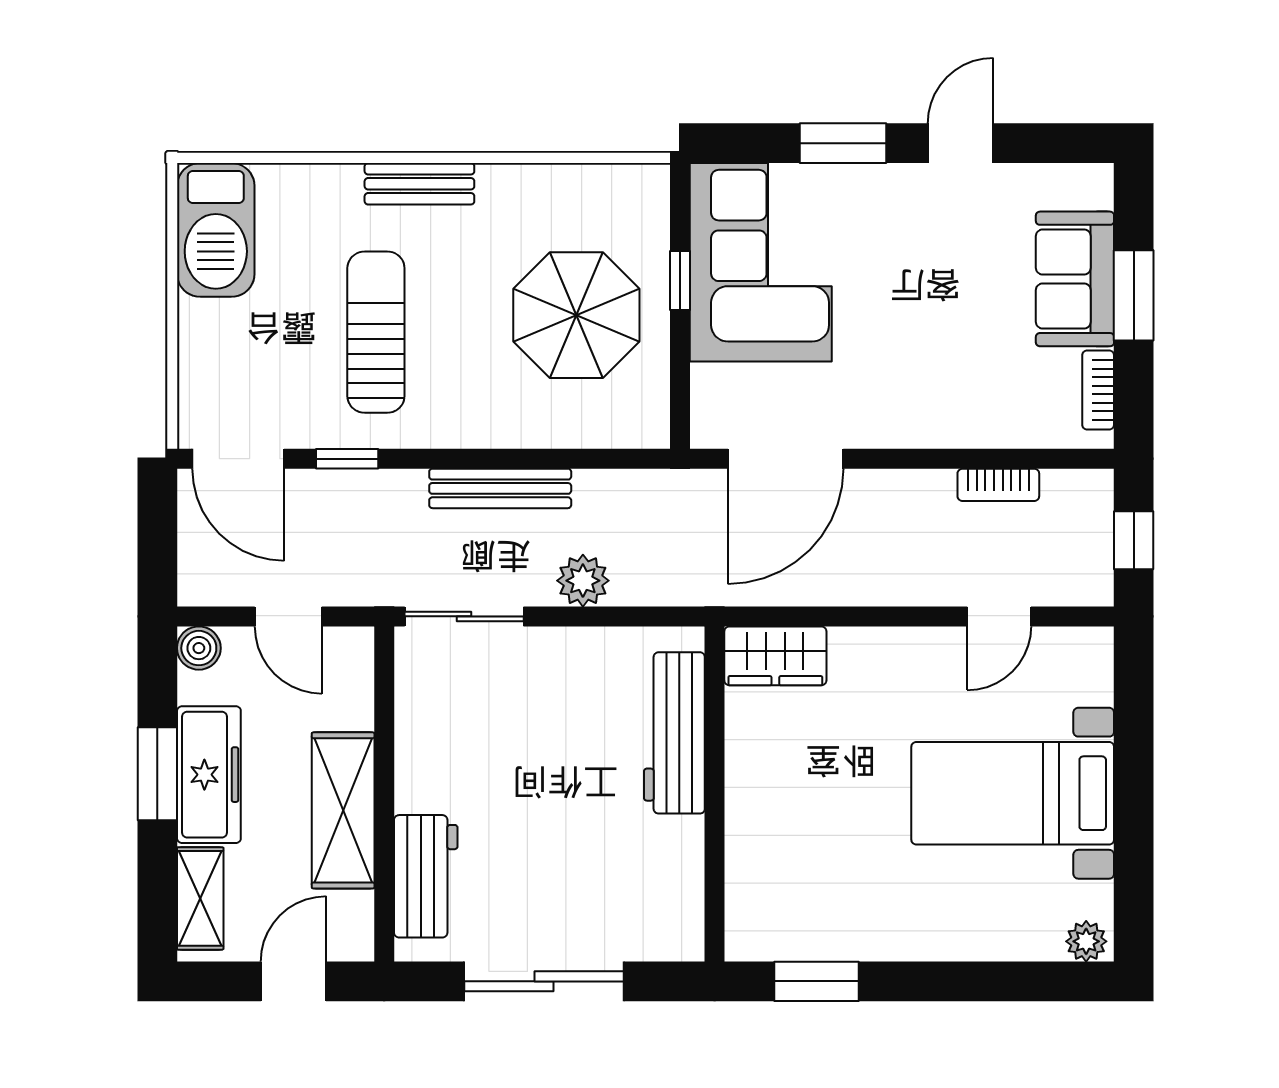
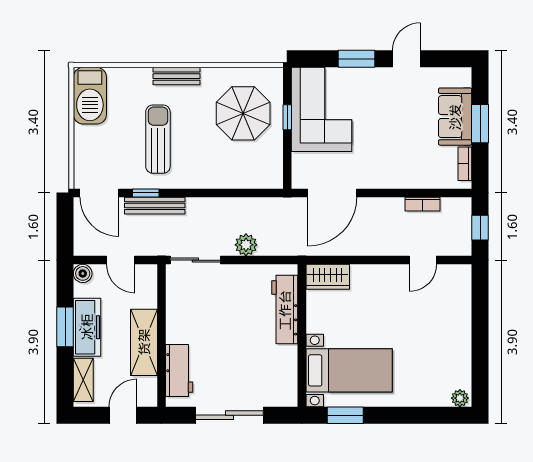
parasol: (576, 315) -> (243, 113), moved
bench: (500, 488) -> (155, 206), moved
bed with nightstands: (1013, 793) -> (349, 370), moved, turned 180

